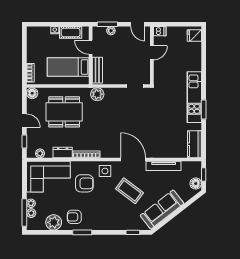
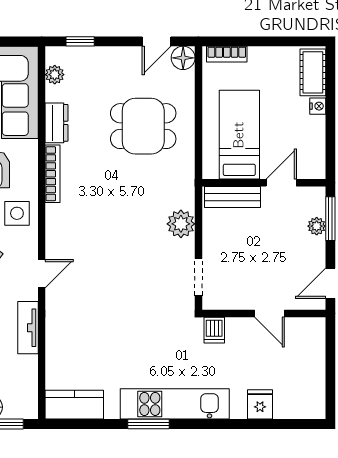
dishwasher: (160, 31) -> (214, 330), moved
cot: (71, 32) -> (313, 72), moved
fridge: (194, 36) -> (260, 404), moved
plant: (97, 94) -> (181, 224), moved
dining table: (64, 112) -> (143, 126), width x0.73
door: (24, 121) -> (157, 41), moved
door: (133, 159) -> (42, 274), width x0.53
tv unit: (164, 166) -> (28, 328), width x0.71

